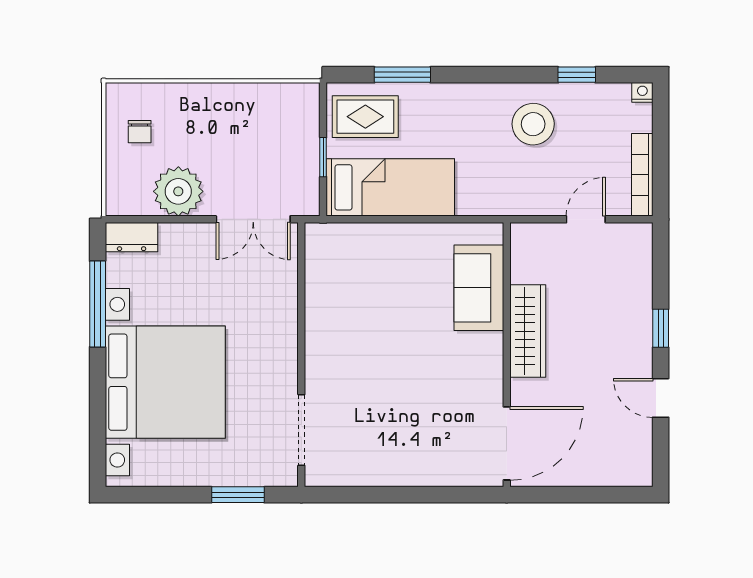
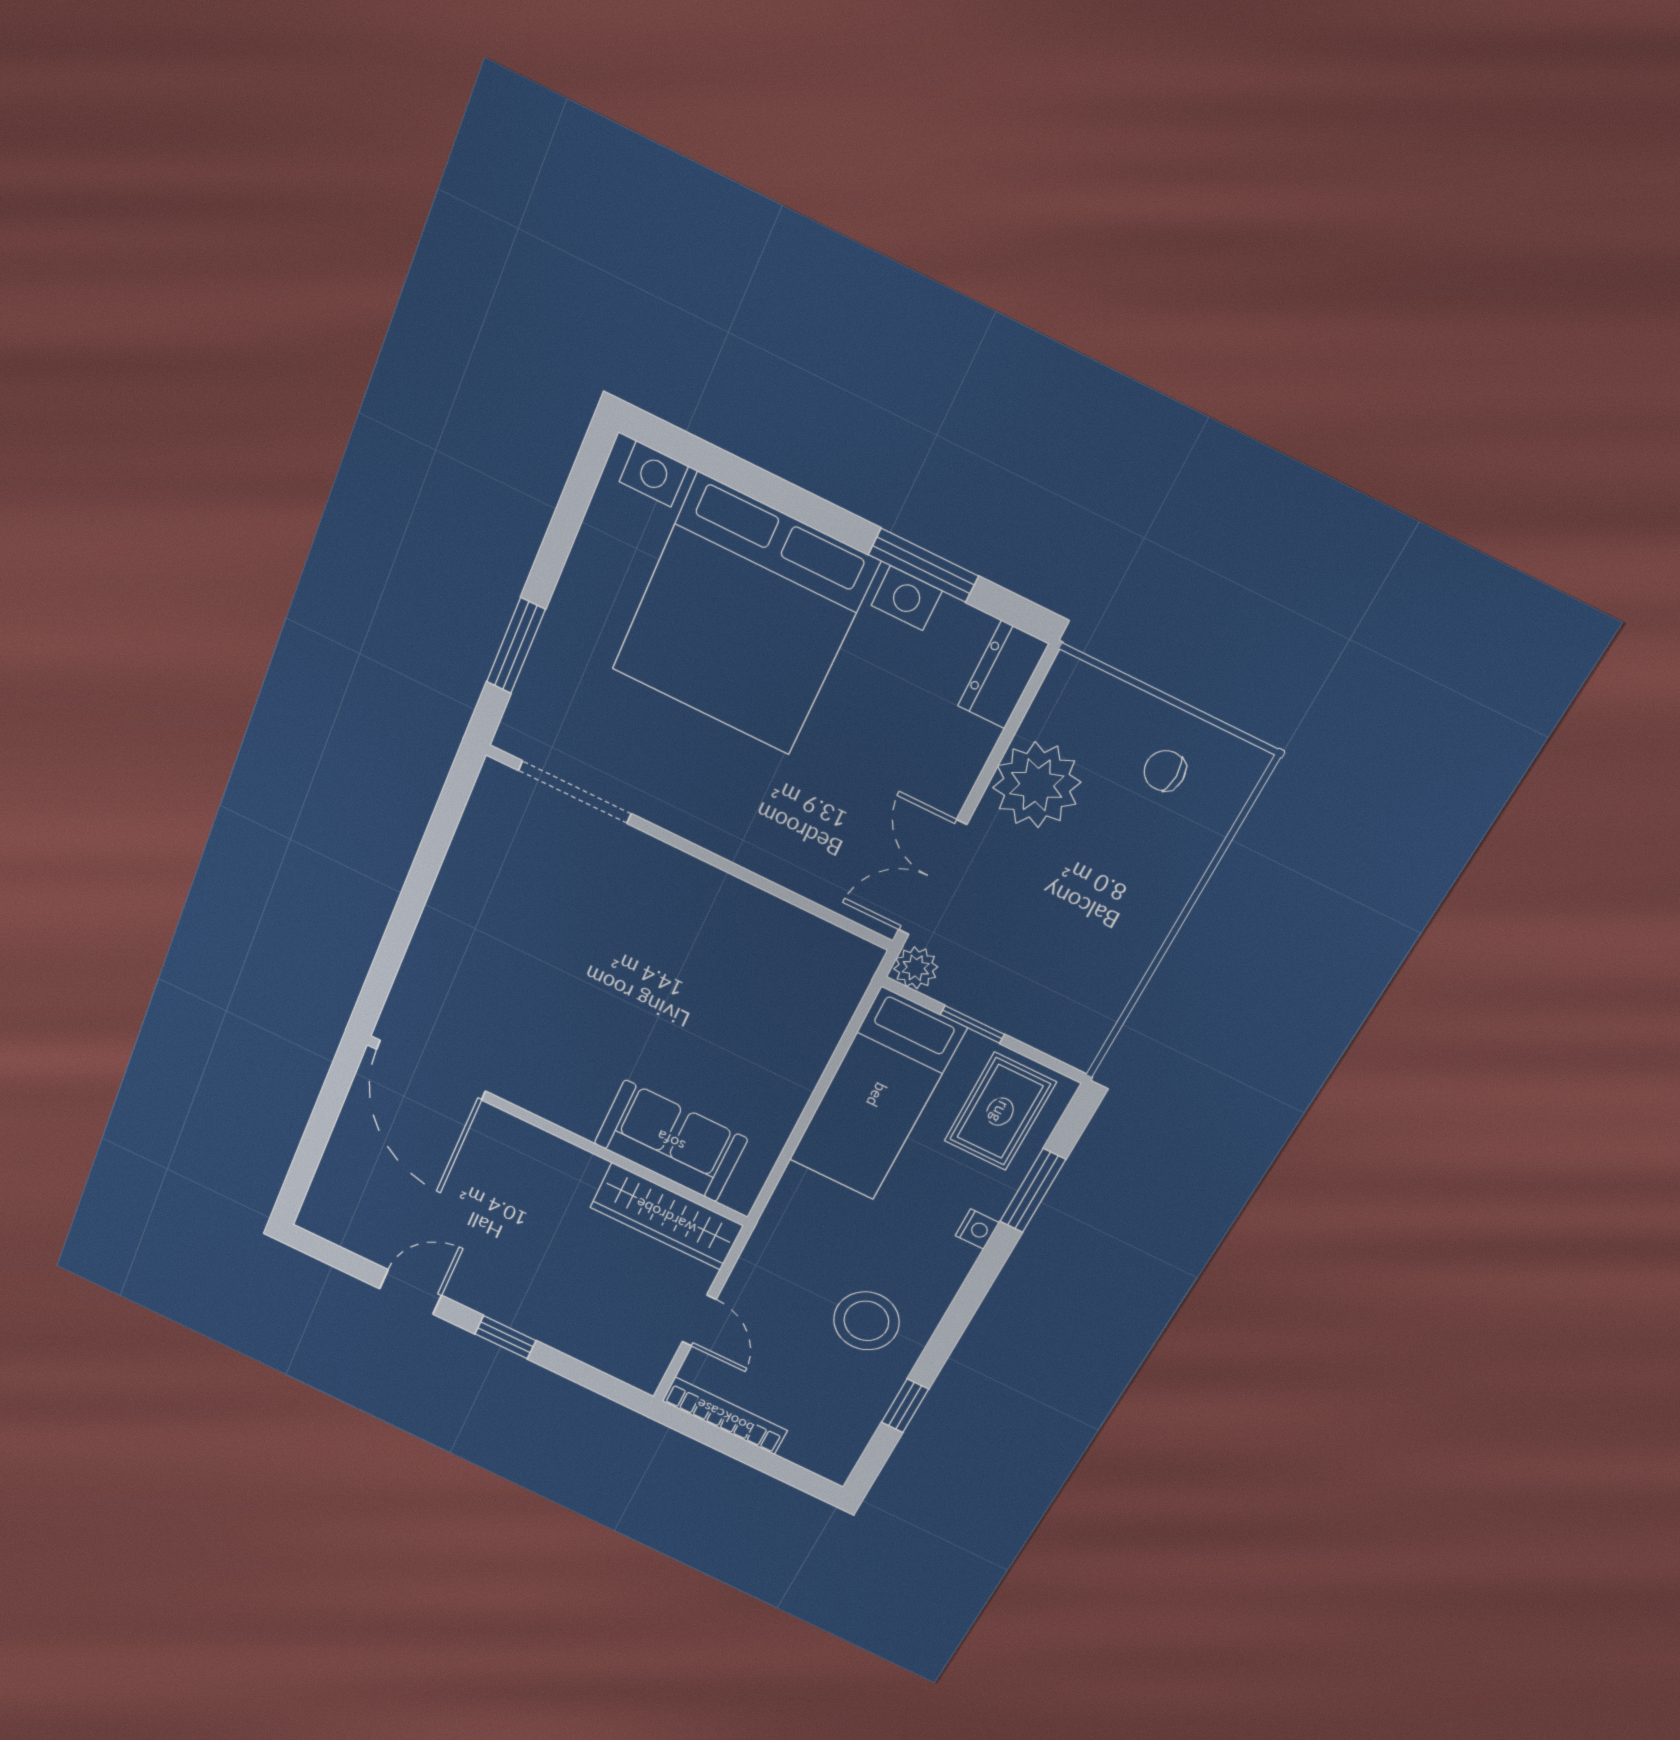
nightstand: (642, 92) -> (977, 1229), moved
plant: (307, 203) -> (916, 968), added
window: (98, 304) -> (923, 565), width x0.69
wardrobe: (528, 331) -> (666, 1216), moved

